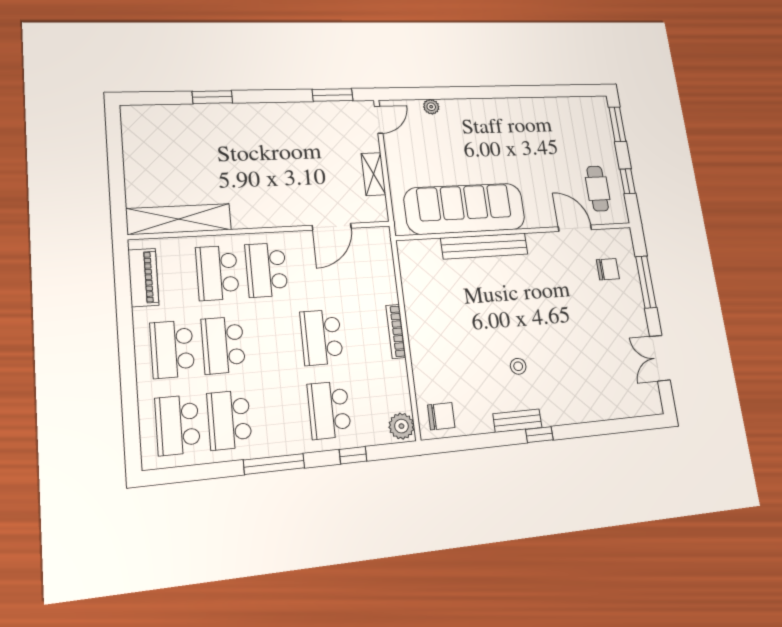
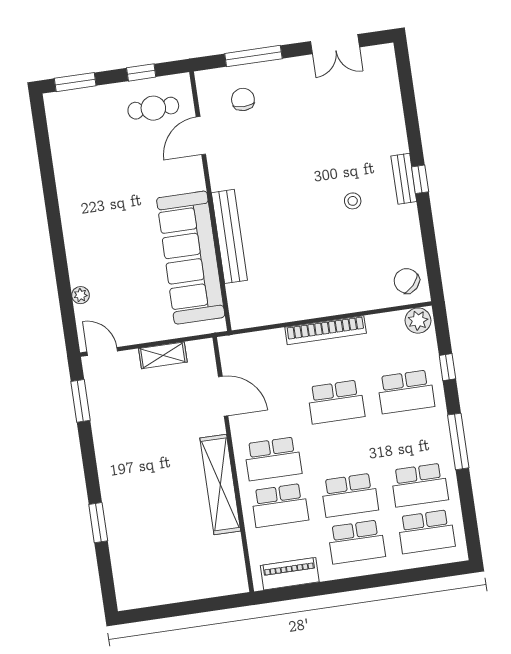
shelving: (179, 219) -> (220, 484), moved
bookcase: (396, 331) -> (326, 330), width x1.48, depth x1.31
chair: (441, 416) -> (407, 281), turned -47
bench: (517, 421) -> (404, 179), moved

